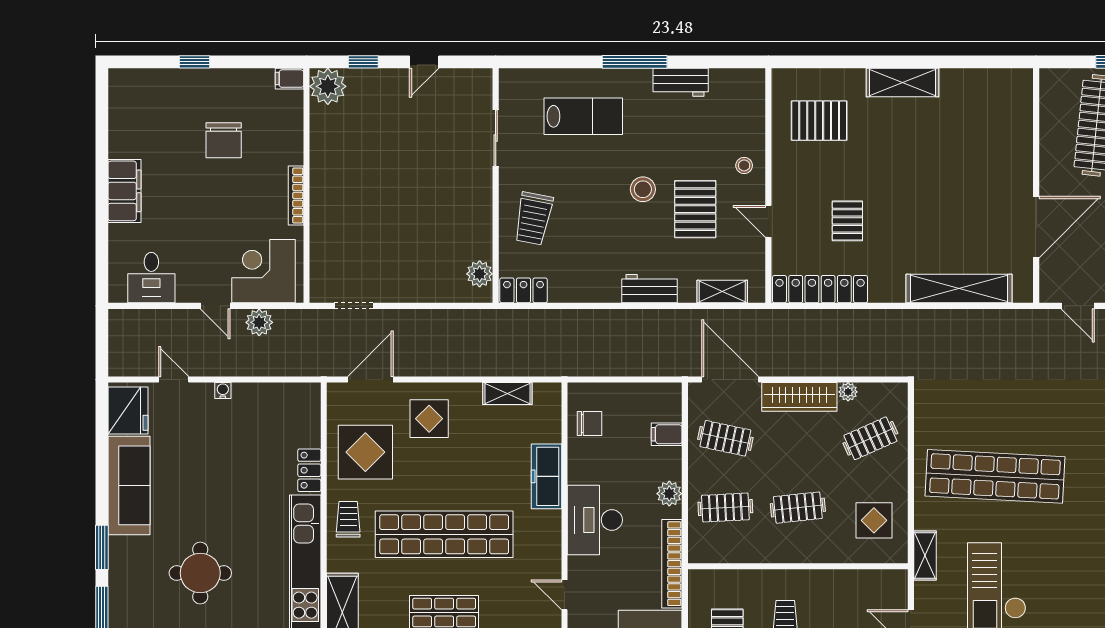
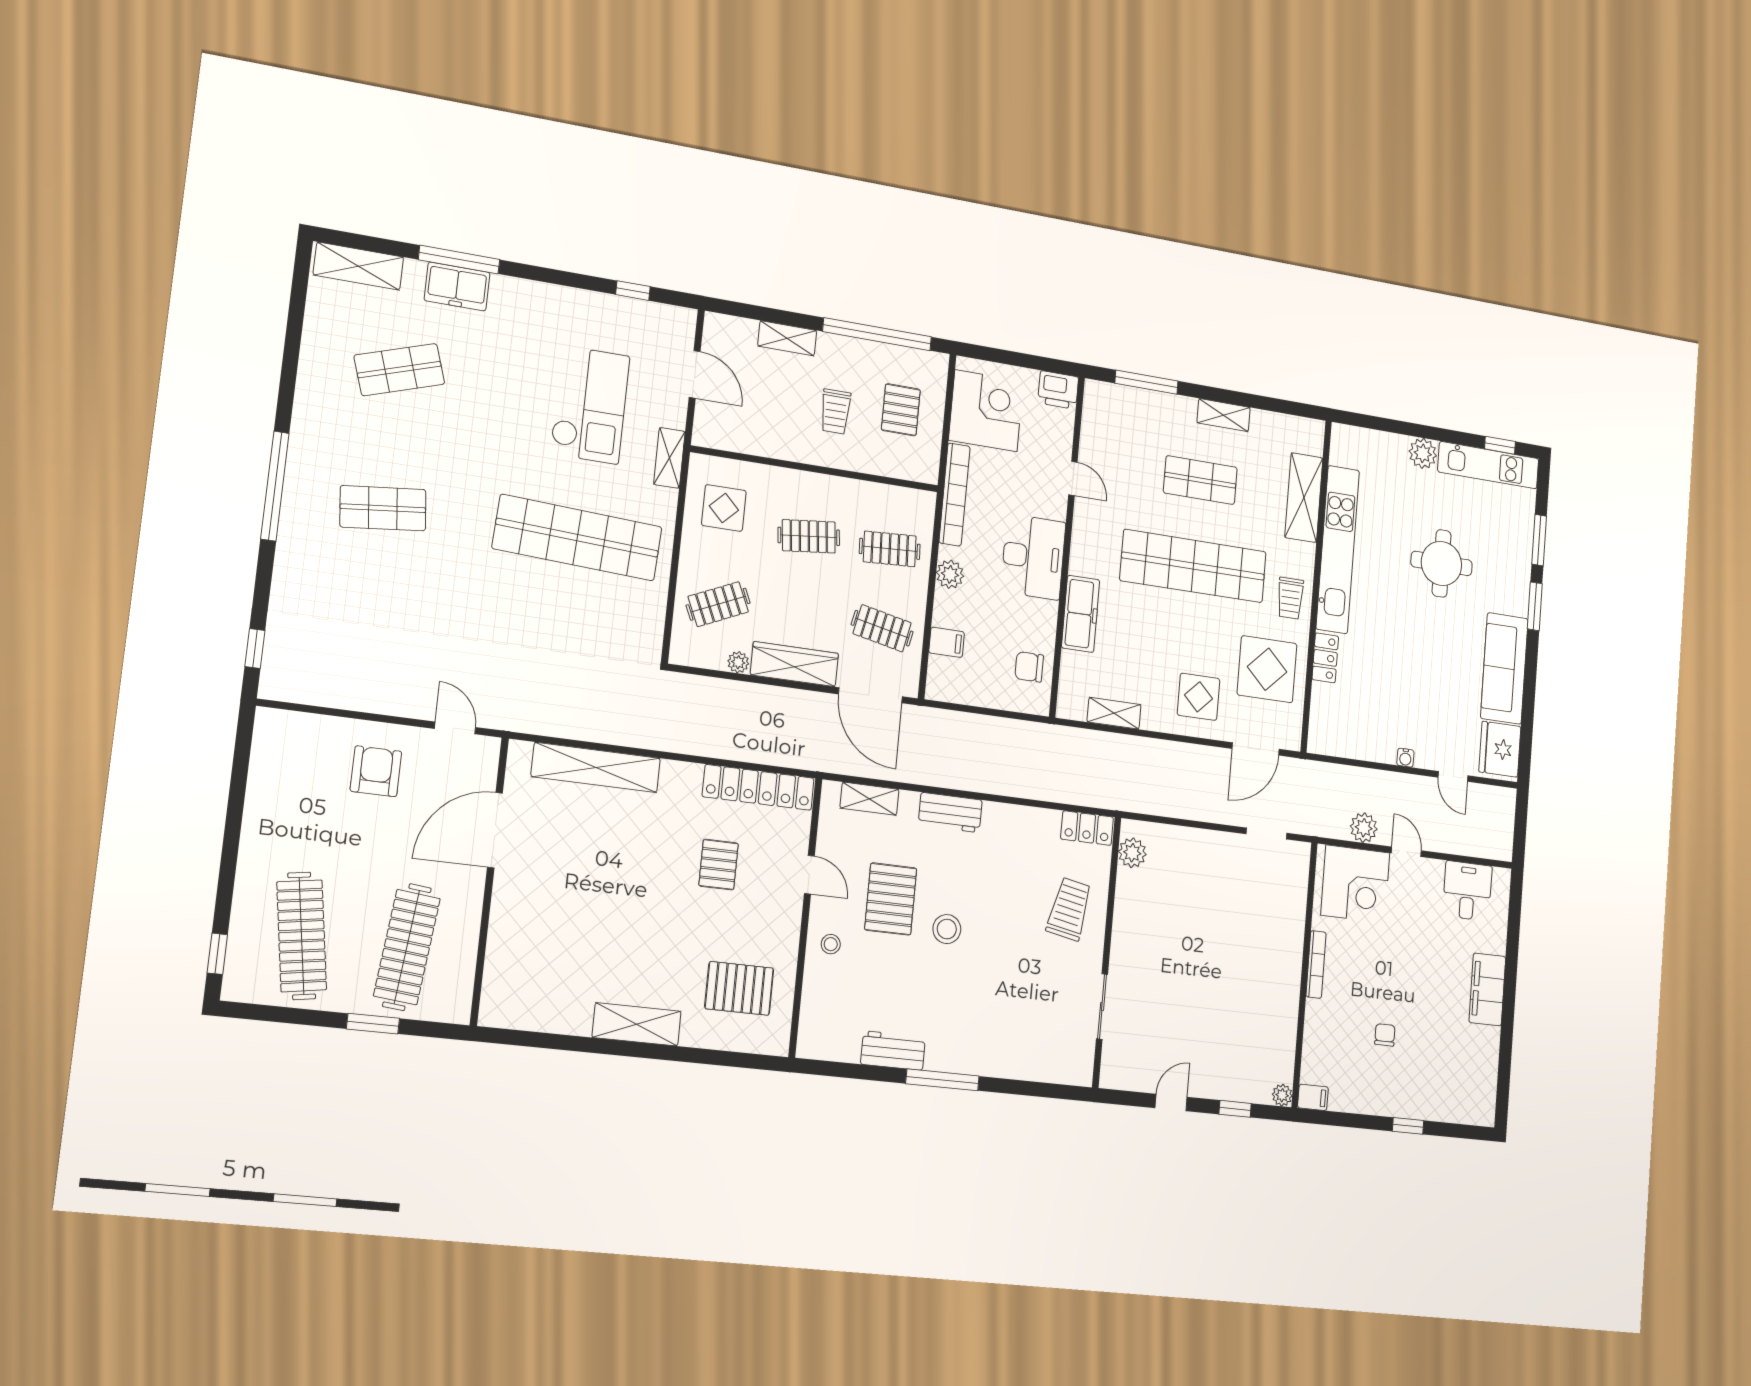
plant: (328, 86) -> (1282, 1095), width x0.53, depth x0.53
lab bench: (583, 116) -> (1005, 1022), removed
chair: (224, 140) -> (1385, 1035), width x0.54, depth x0.54

